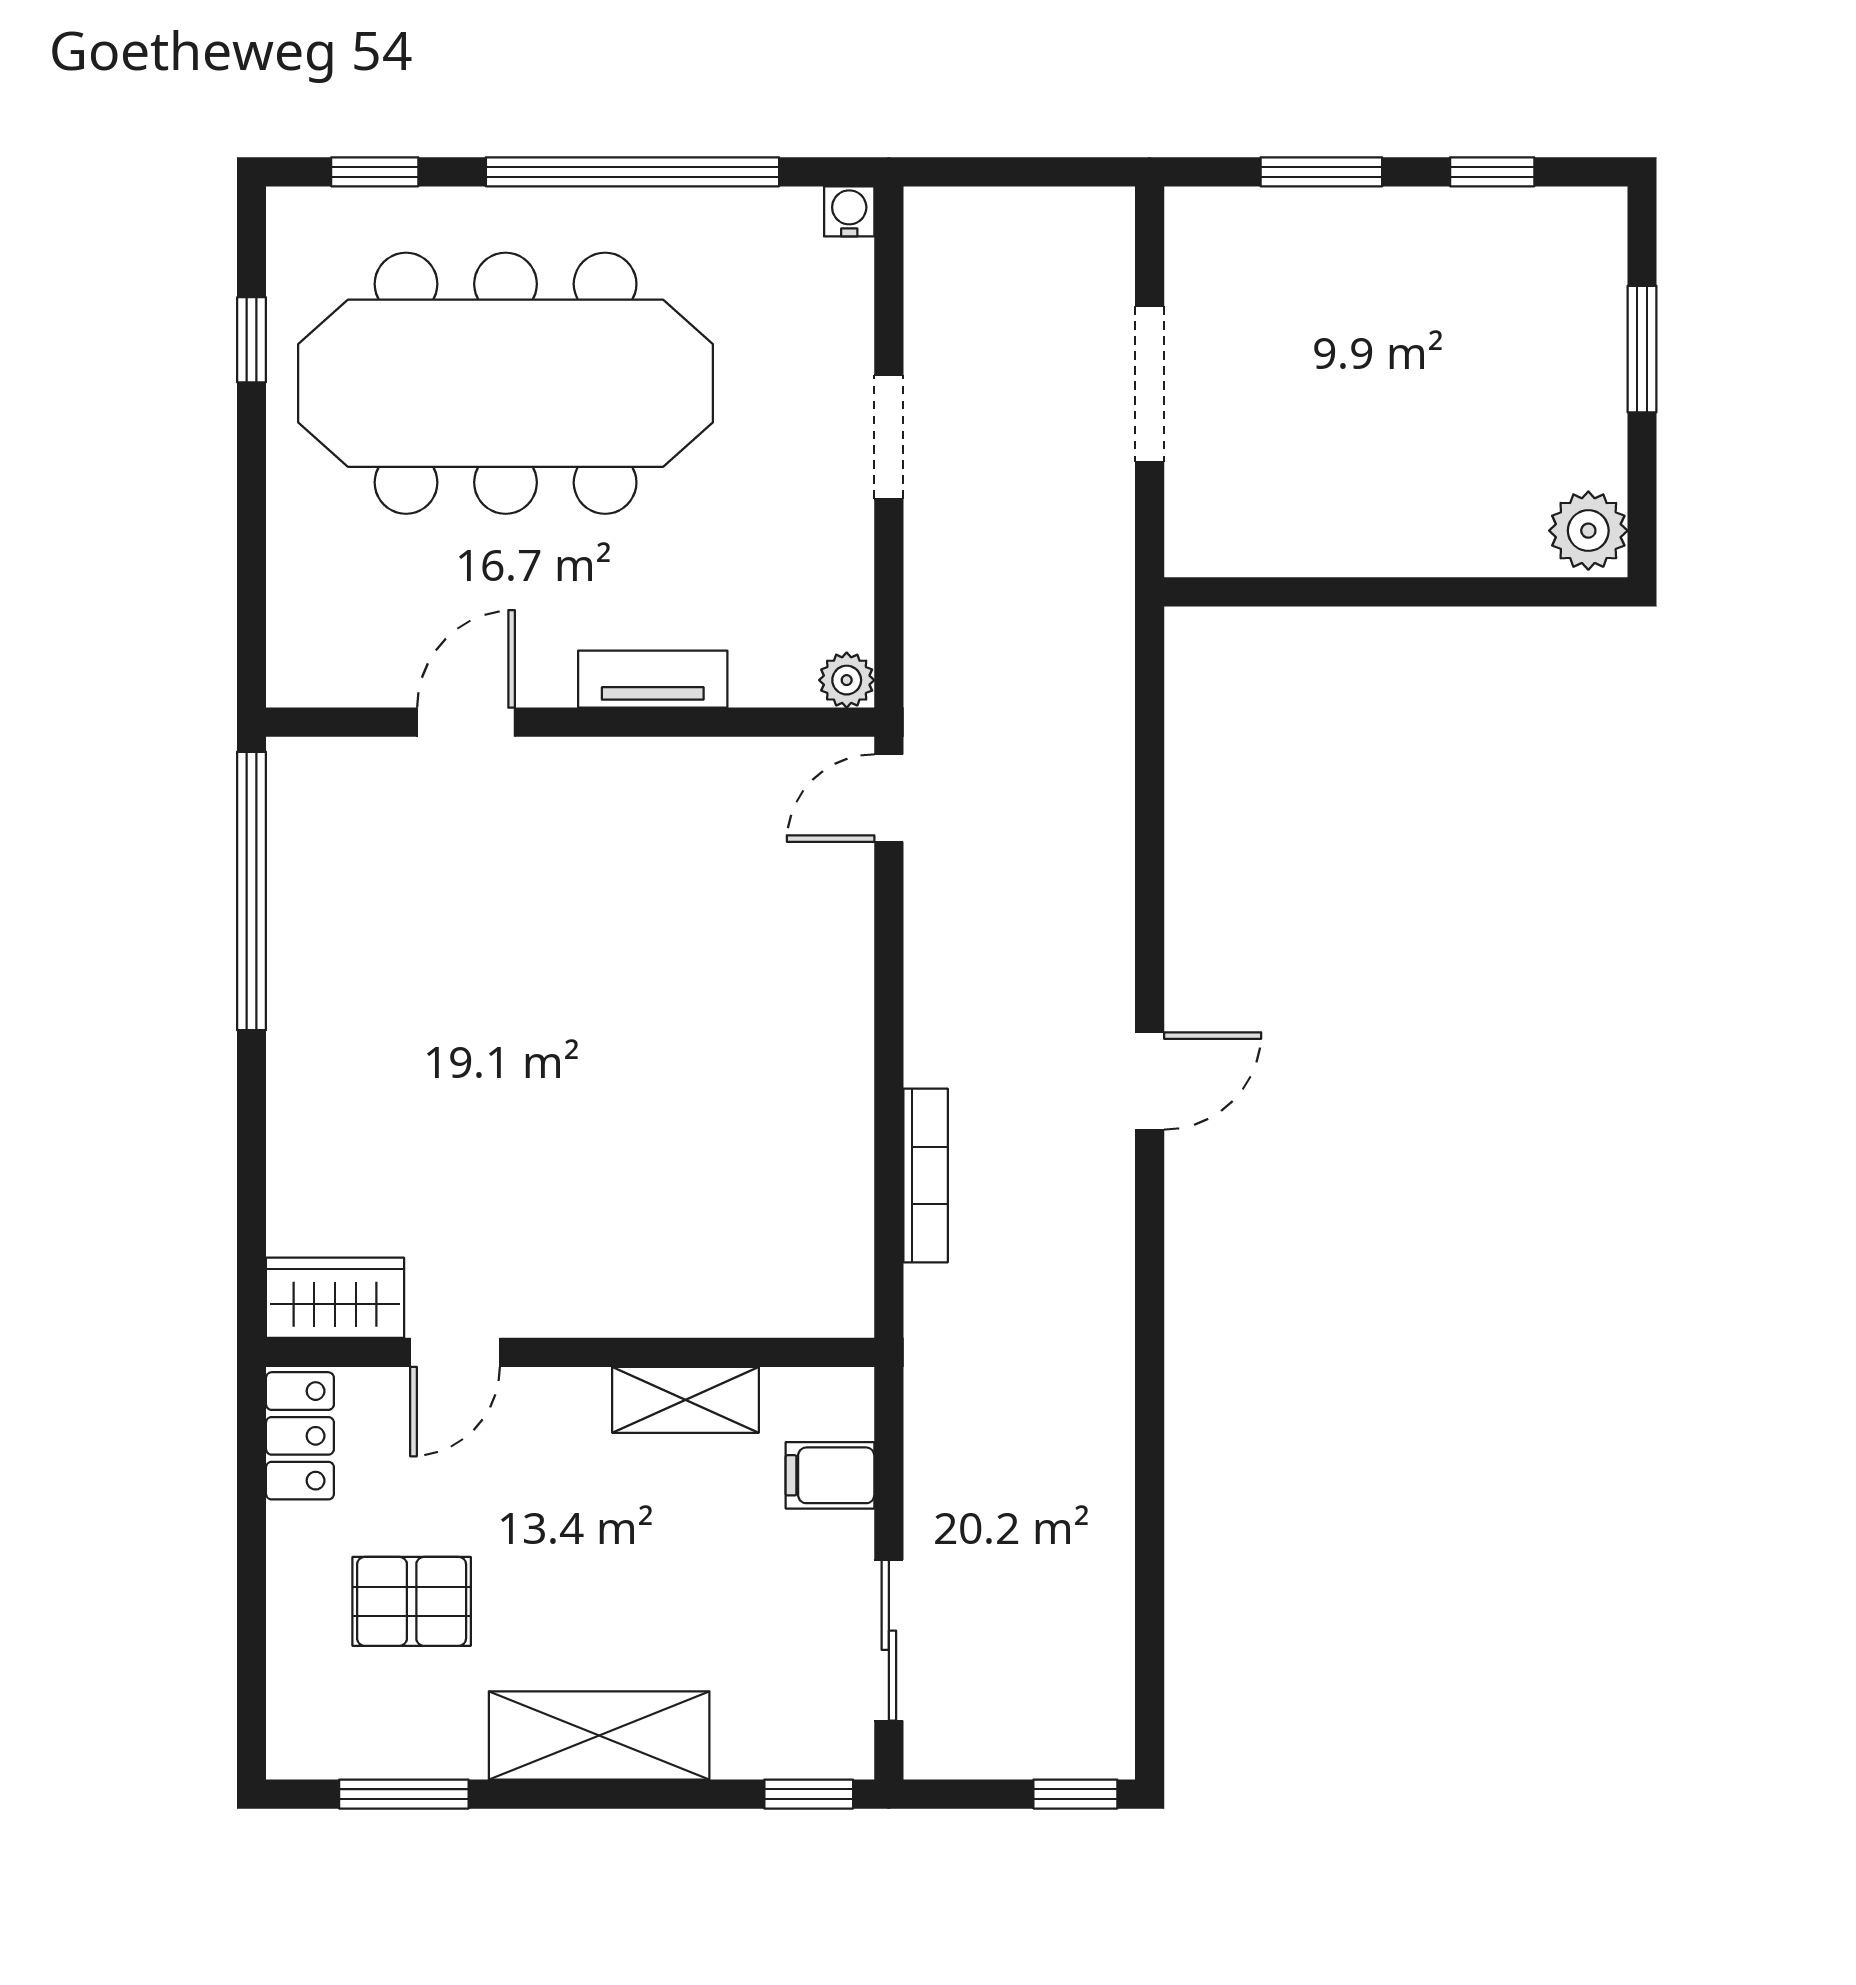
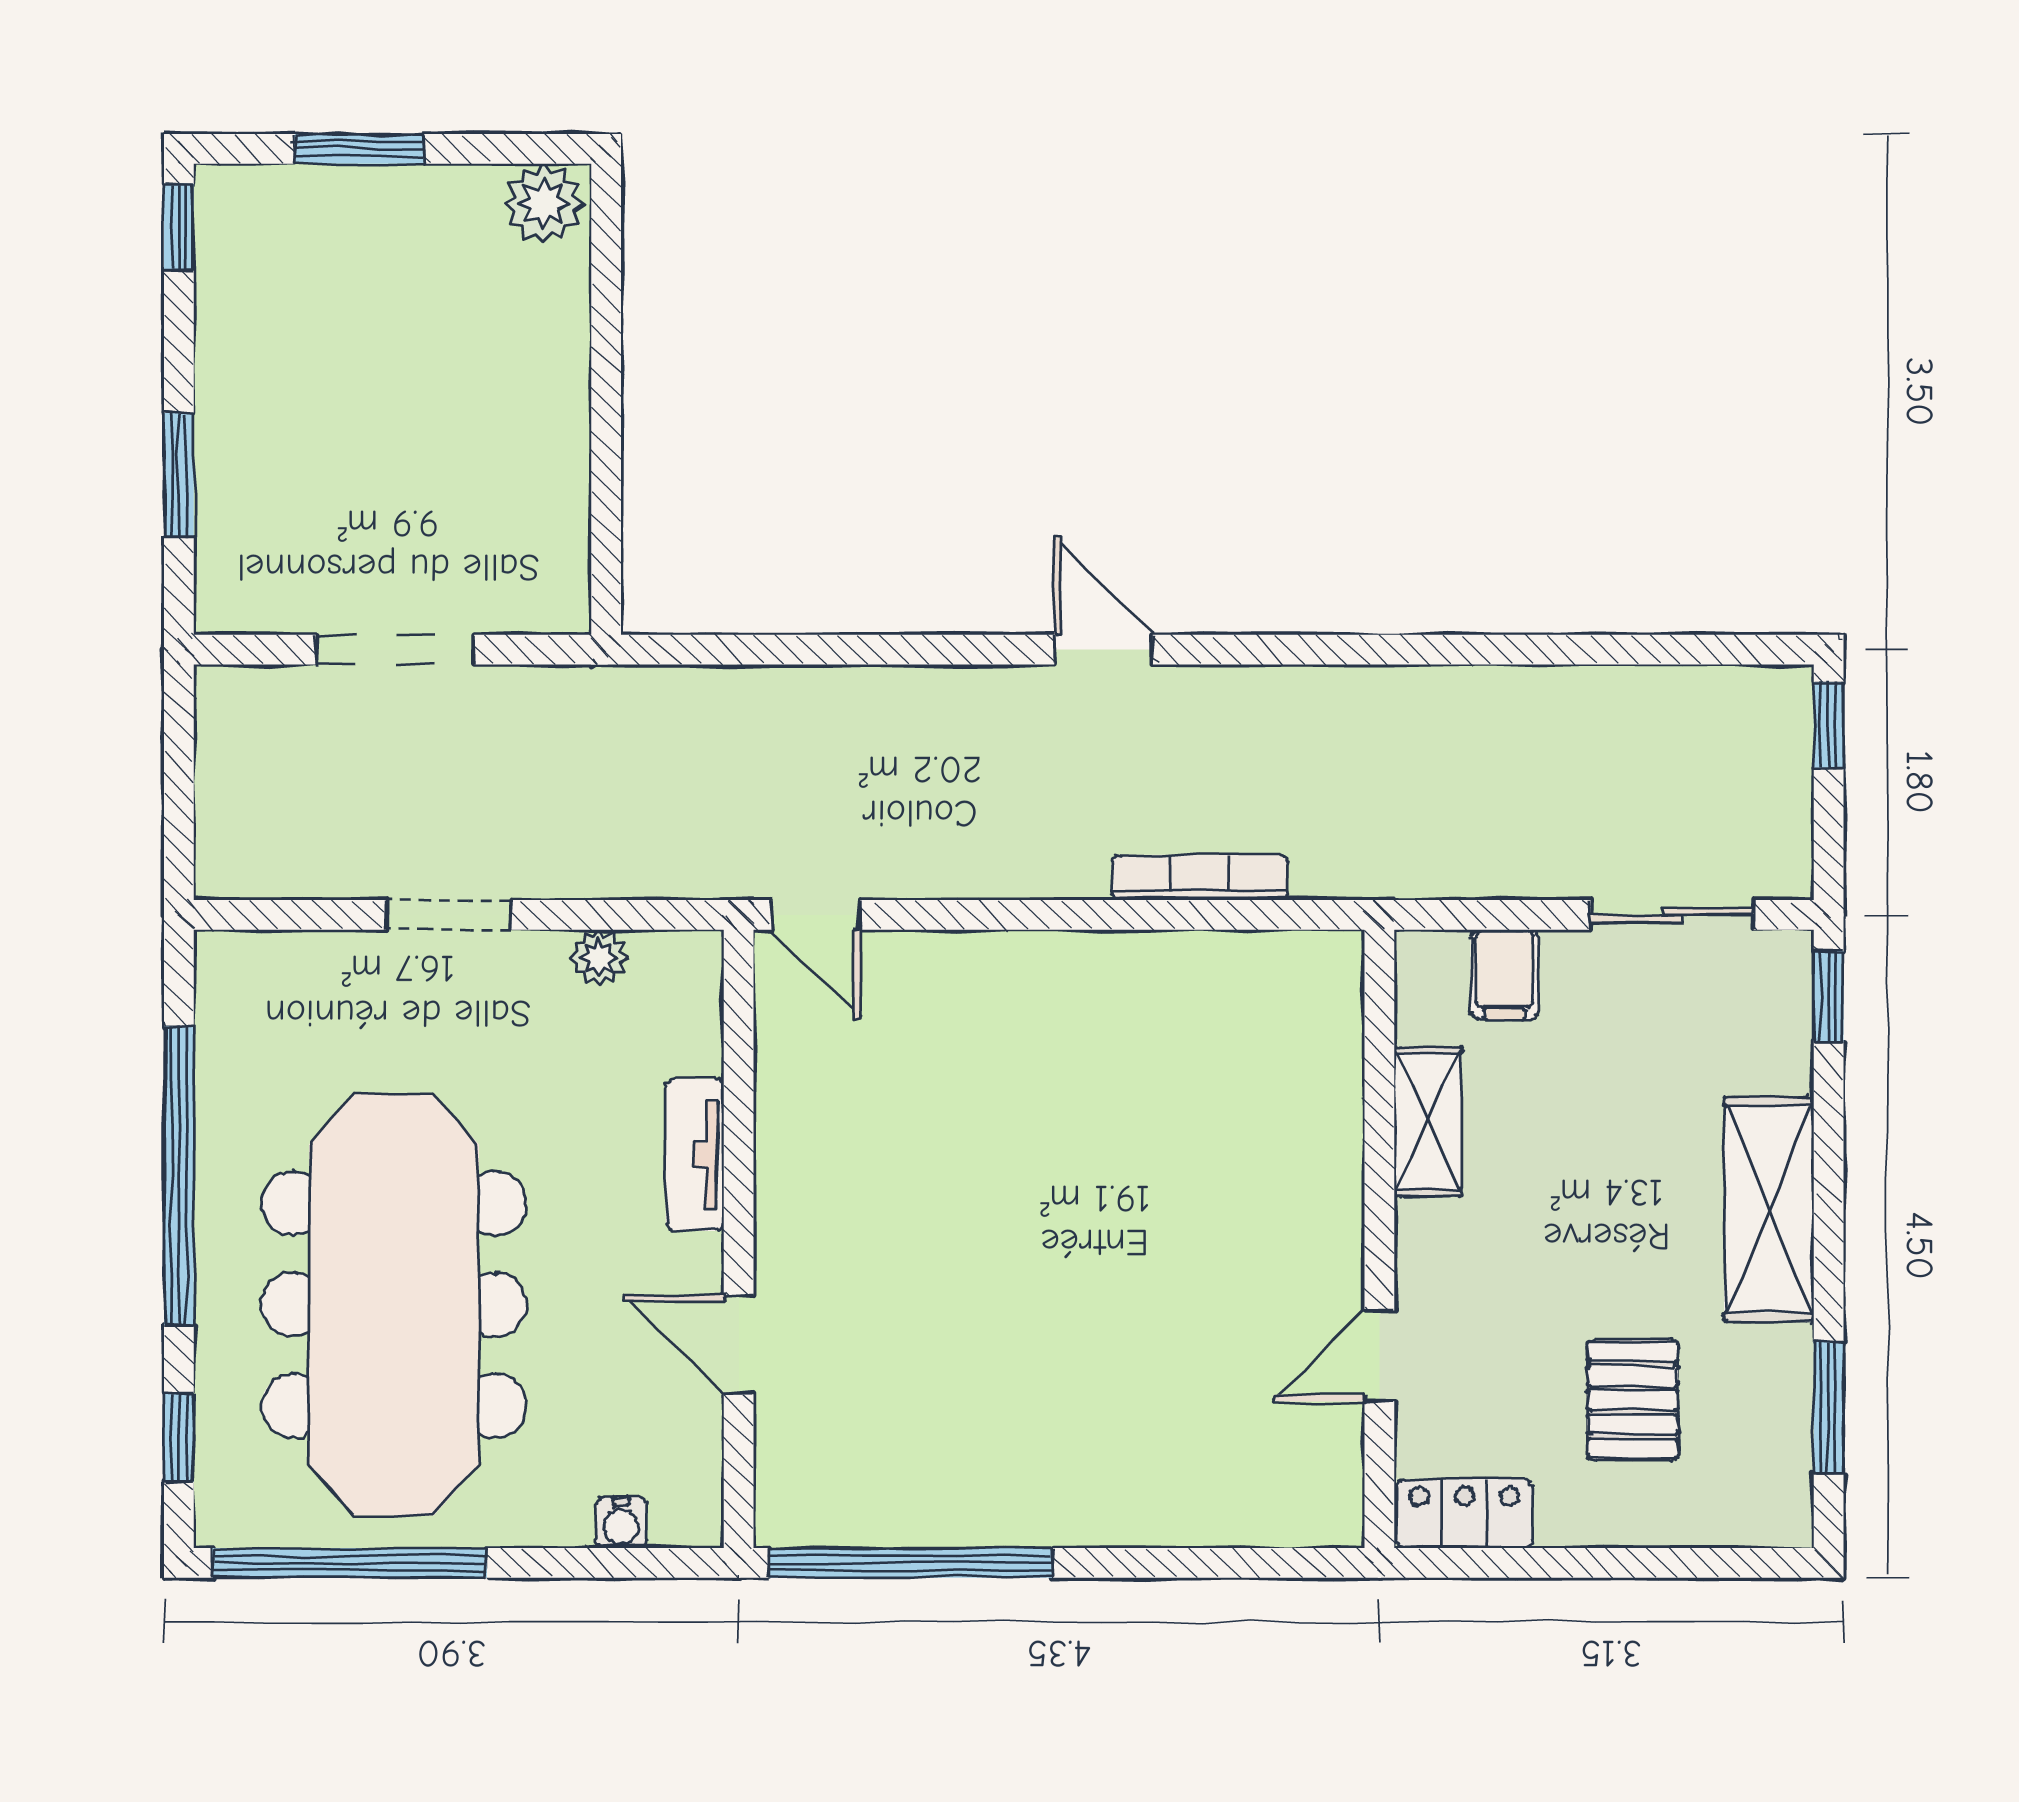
window: (1492, 172) -> (179, 227), moved
water cooler: (849, 211) -> (621, 1523), moved, turned -90
window: (251, 340) -> (350, 1563), width x3.17
plant: (847, 680) -> (599, 958), moved
wardrobe: (335, 1298) -> (1324, 1478), removed
door: (455, 1352) -> (1379, 1356), swing flipped

